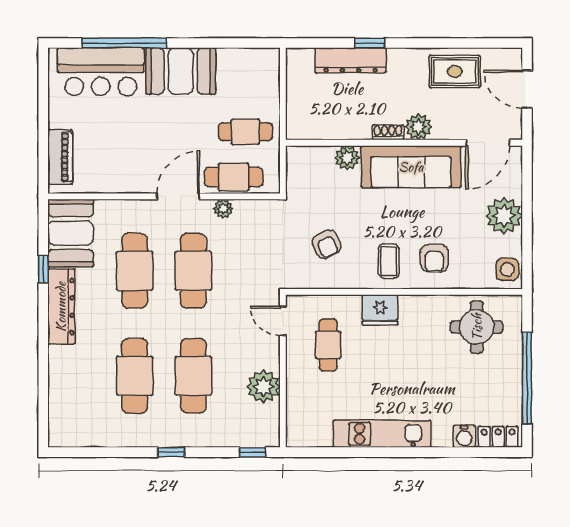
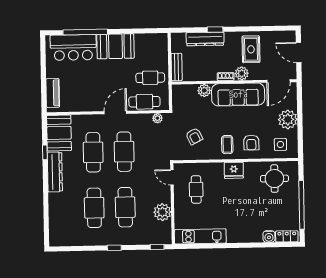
rug: (455, 71) -> (251, 49), moved, turned 90
bench: (296, 112) -> (177, 67), added
plant: (223, 209) -> (157, 118), moved
side table: (507, 269) -> (280, 144), moved
fridge: (380, 310) -> (234, 170), moved
kitchen unit: (382, 434) -> (200, 236), moved

